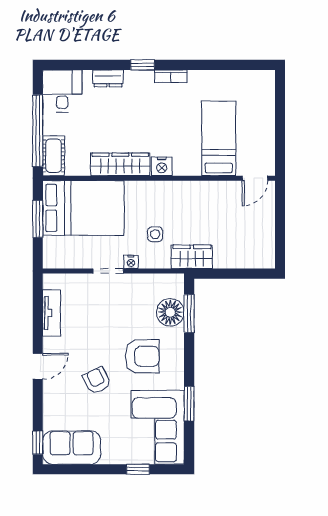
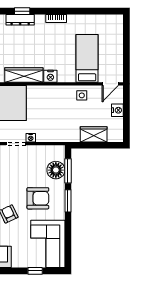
window: (143, 65) -> (22, 11), moved
dresser: (108, 78) -> (20, 20), width x1.44
nightstand: (266, 219) -> (117, 110), added
side table: (155, 234) -> (82, 95), moved
wardrobe: (192, 257) -> (94, 134), moved
window: (189, 404) -> (68, 201), moved

